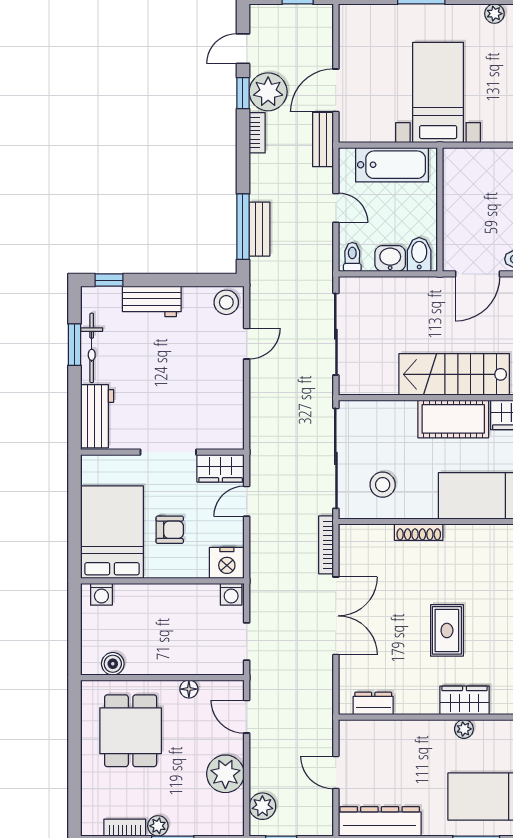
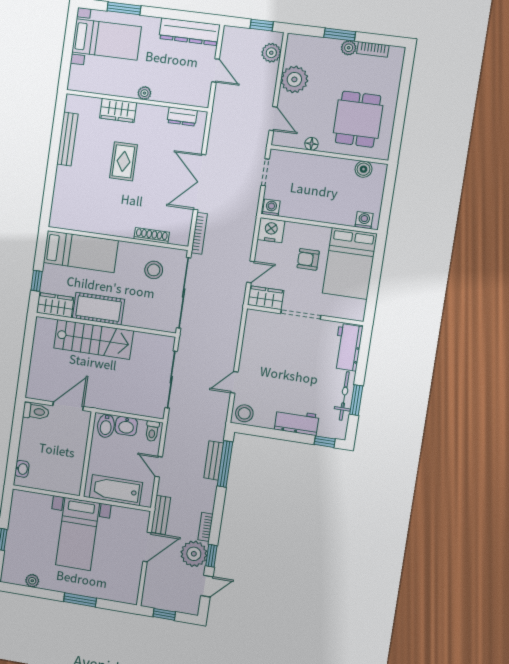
shoe rack: (419, 532) -> (152, 236), moved
plant: (464, 729) -> (144, 93), moved

